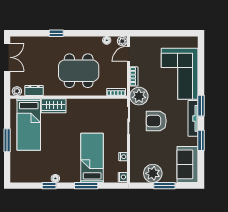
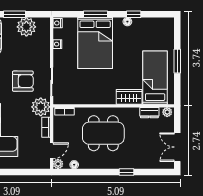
bed: (92, 158) -> (95, 43), width x1.50

